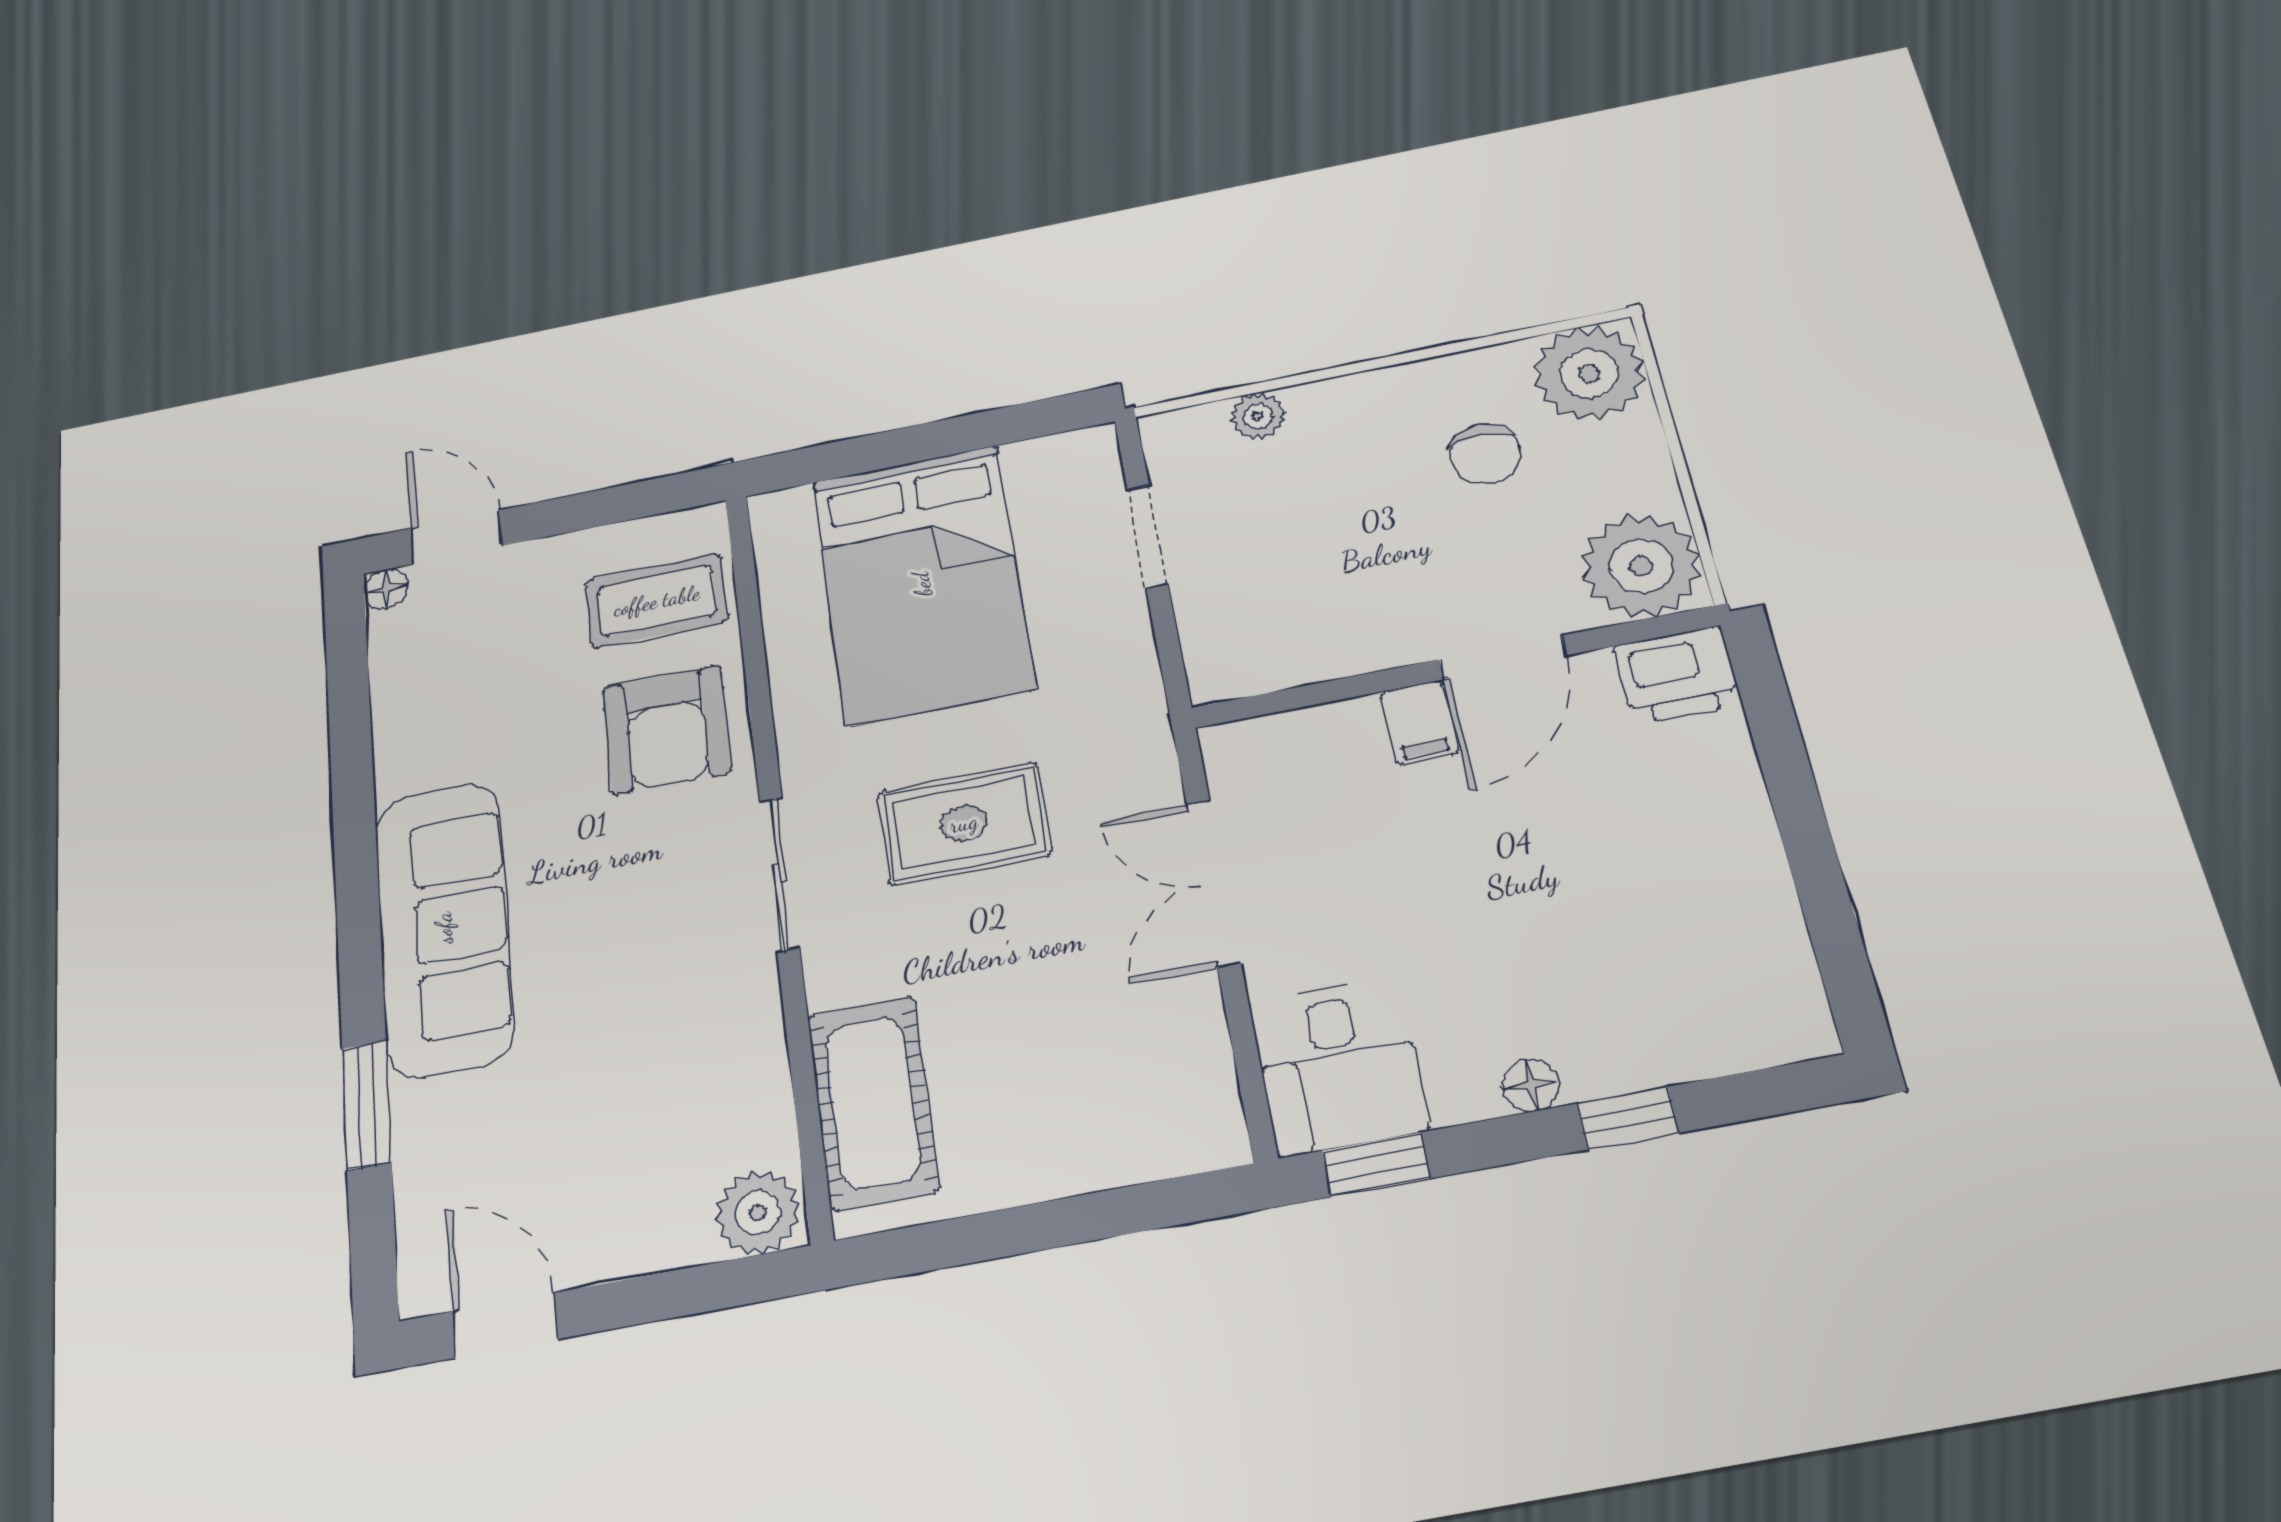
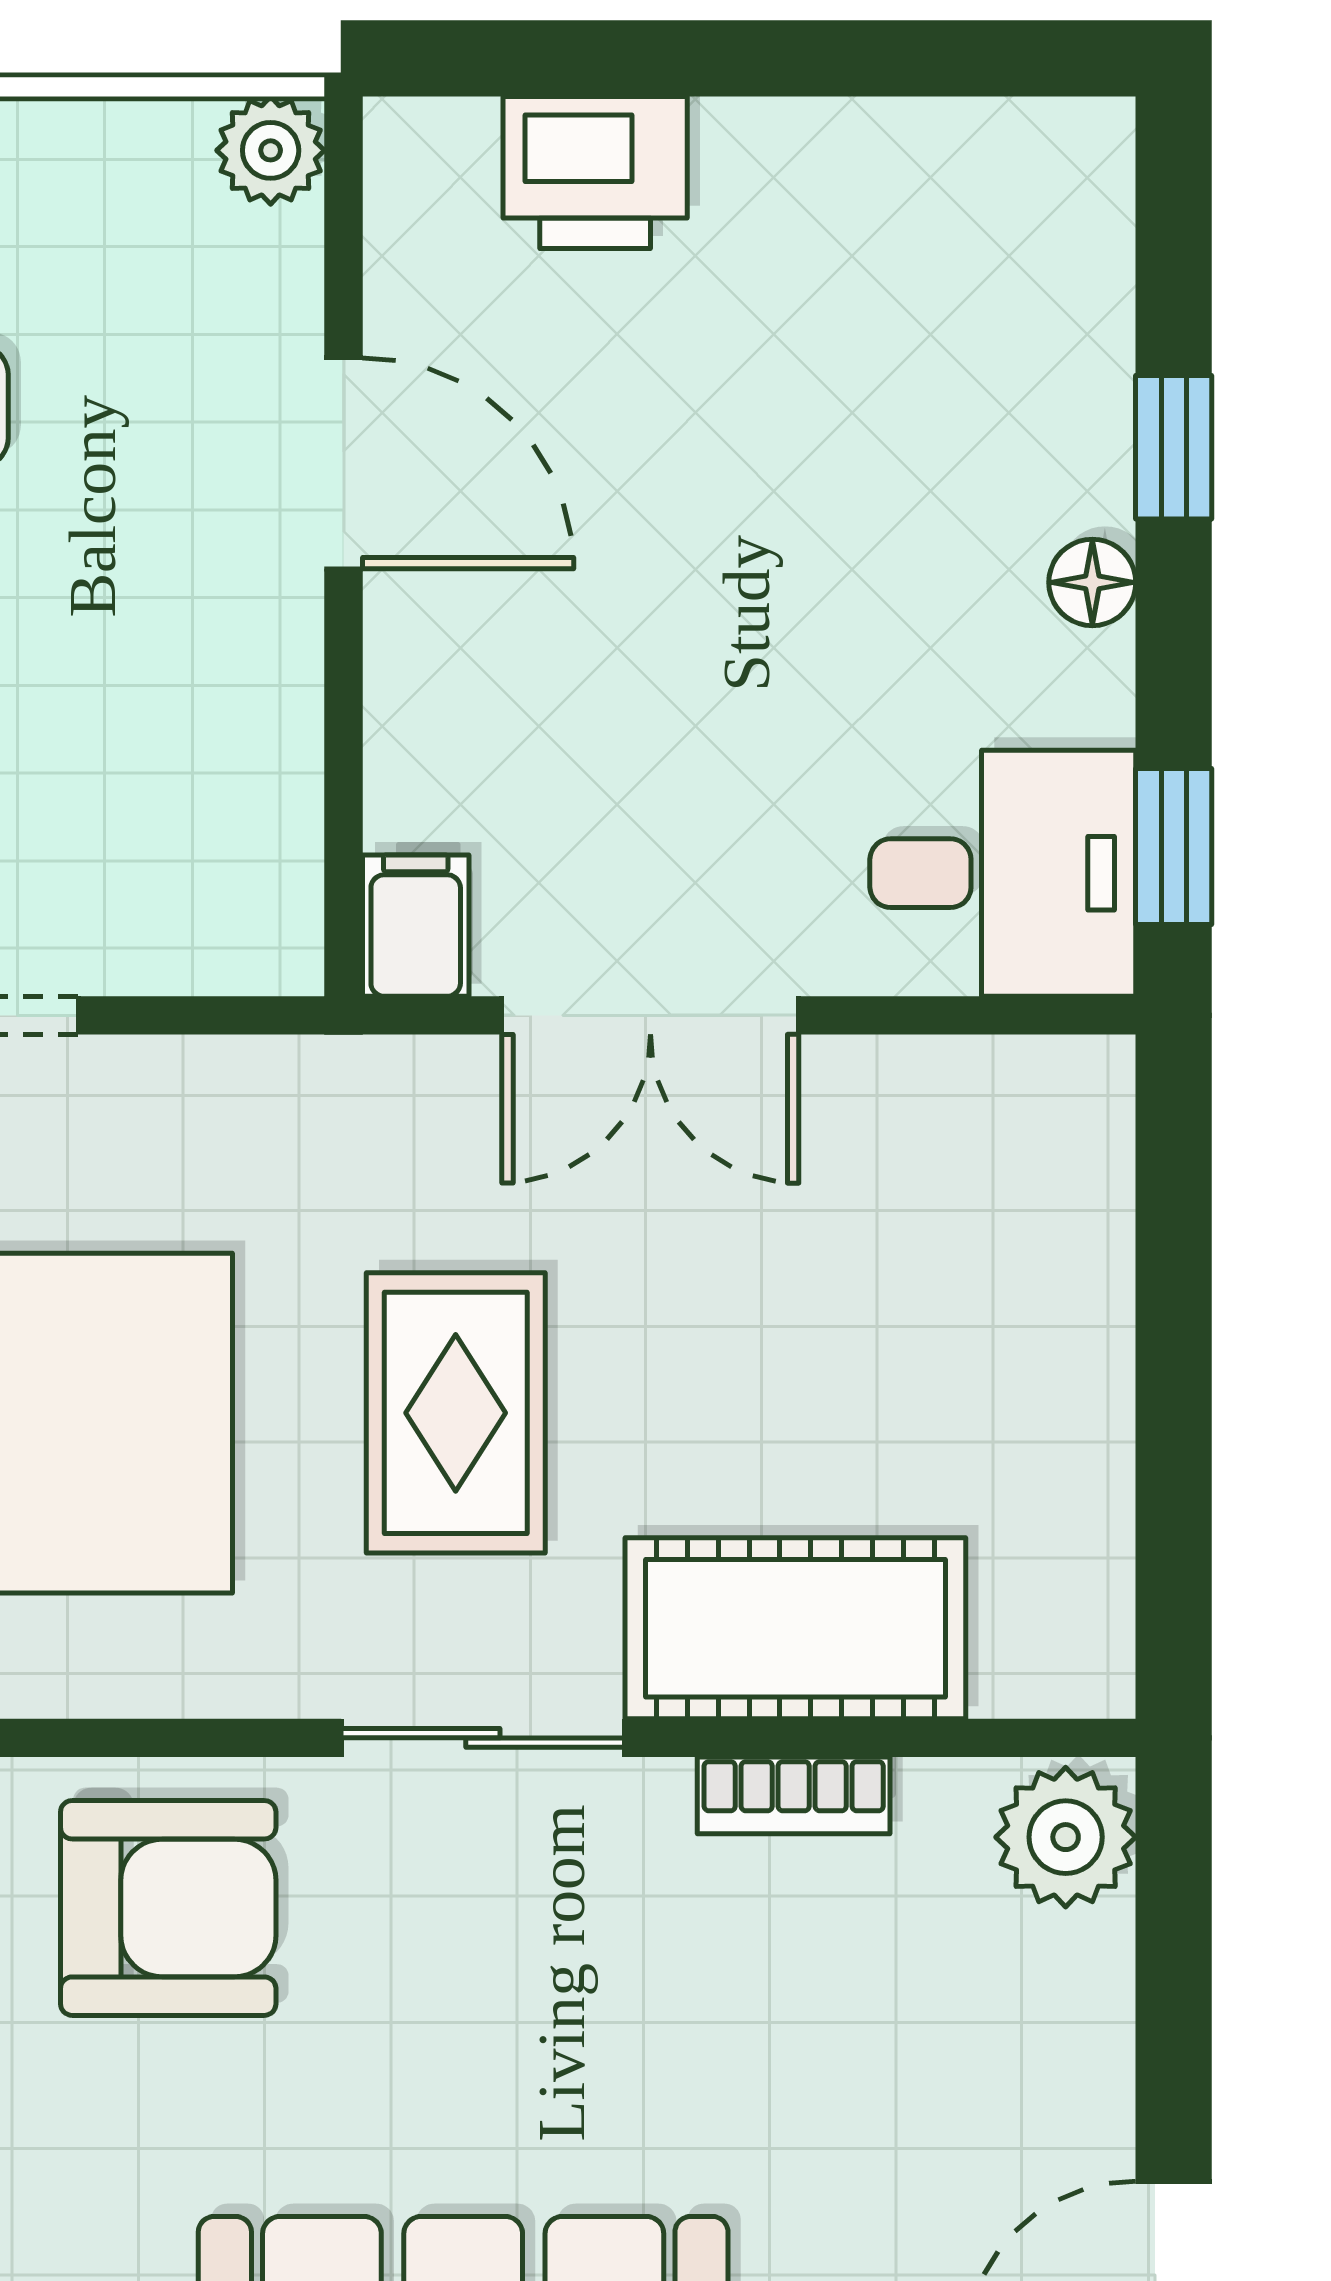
plant: (1641, 566) -> (271, 150), width x0.53, depth x0.53
printer: (1677, 675) -> (595, 173), moved, turned 90
filing cabinet: (1420, 722) -> (416, 926), moved, turned -90
bookcase: (765, 1050) -> (794, 1795), added
cot: (873, 1102) -> (795, 1628), moved

